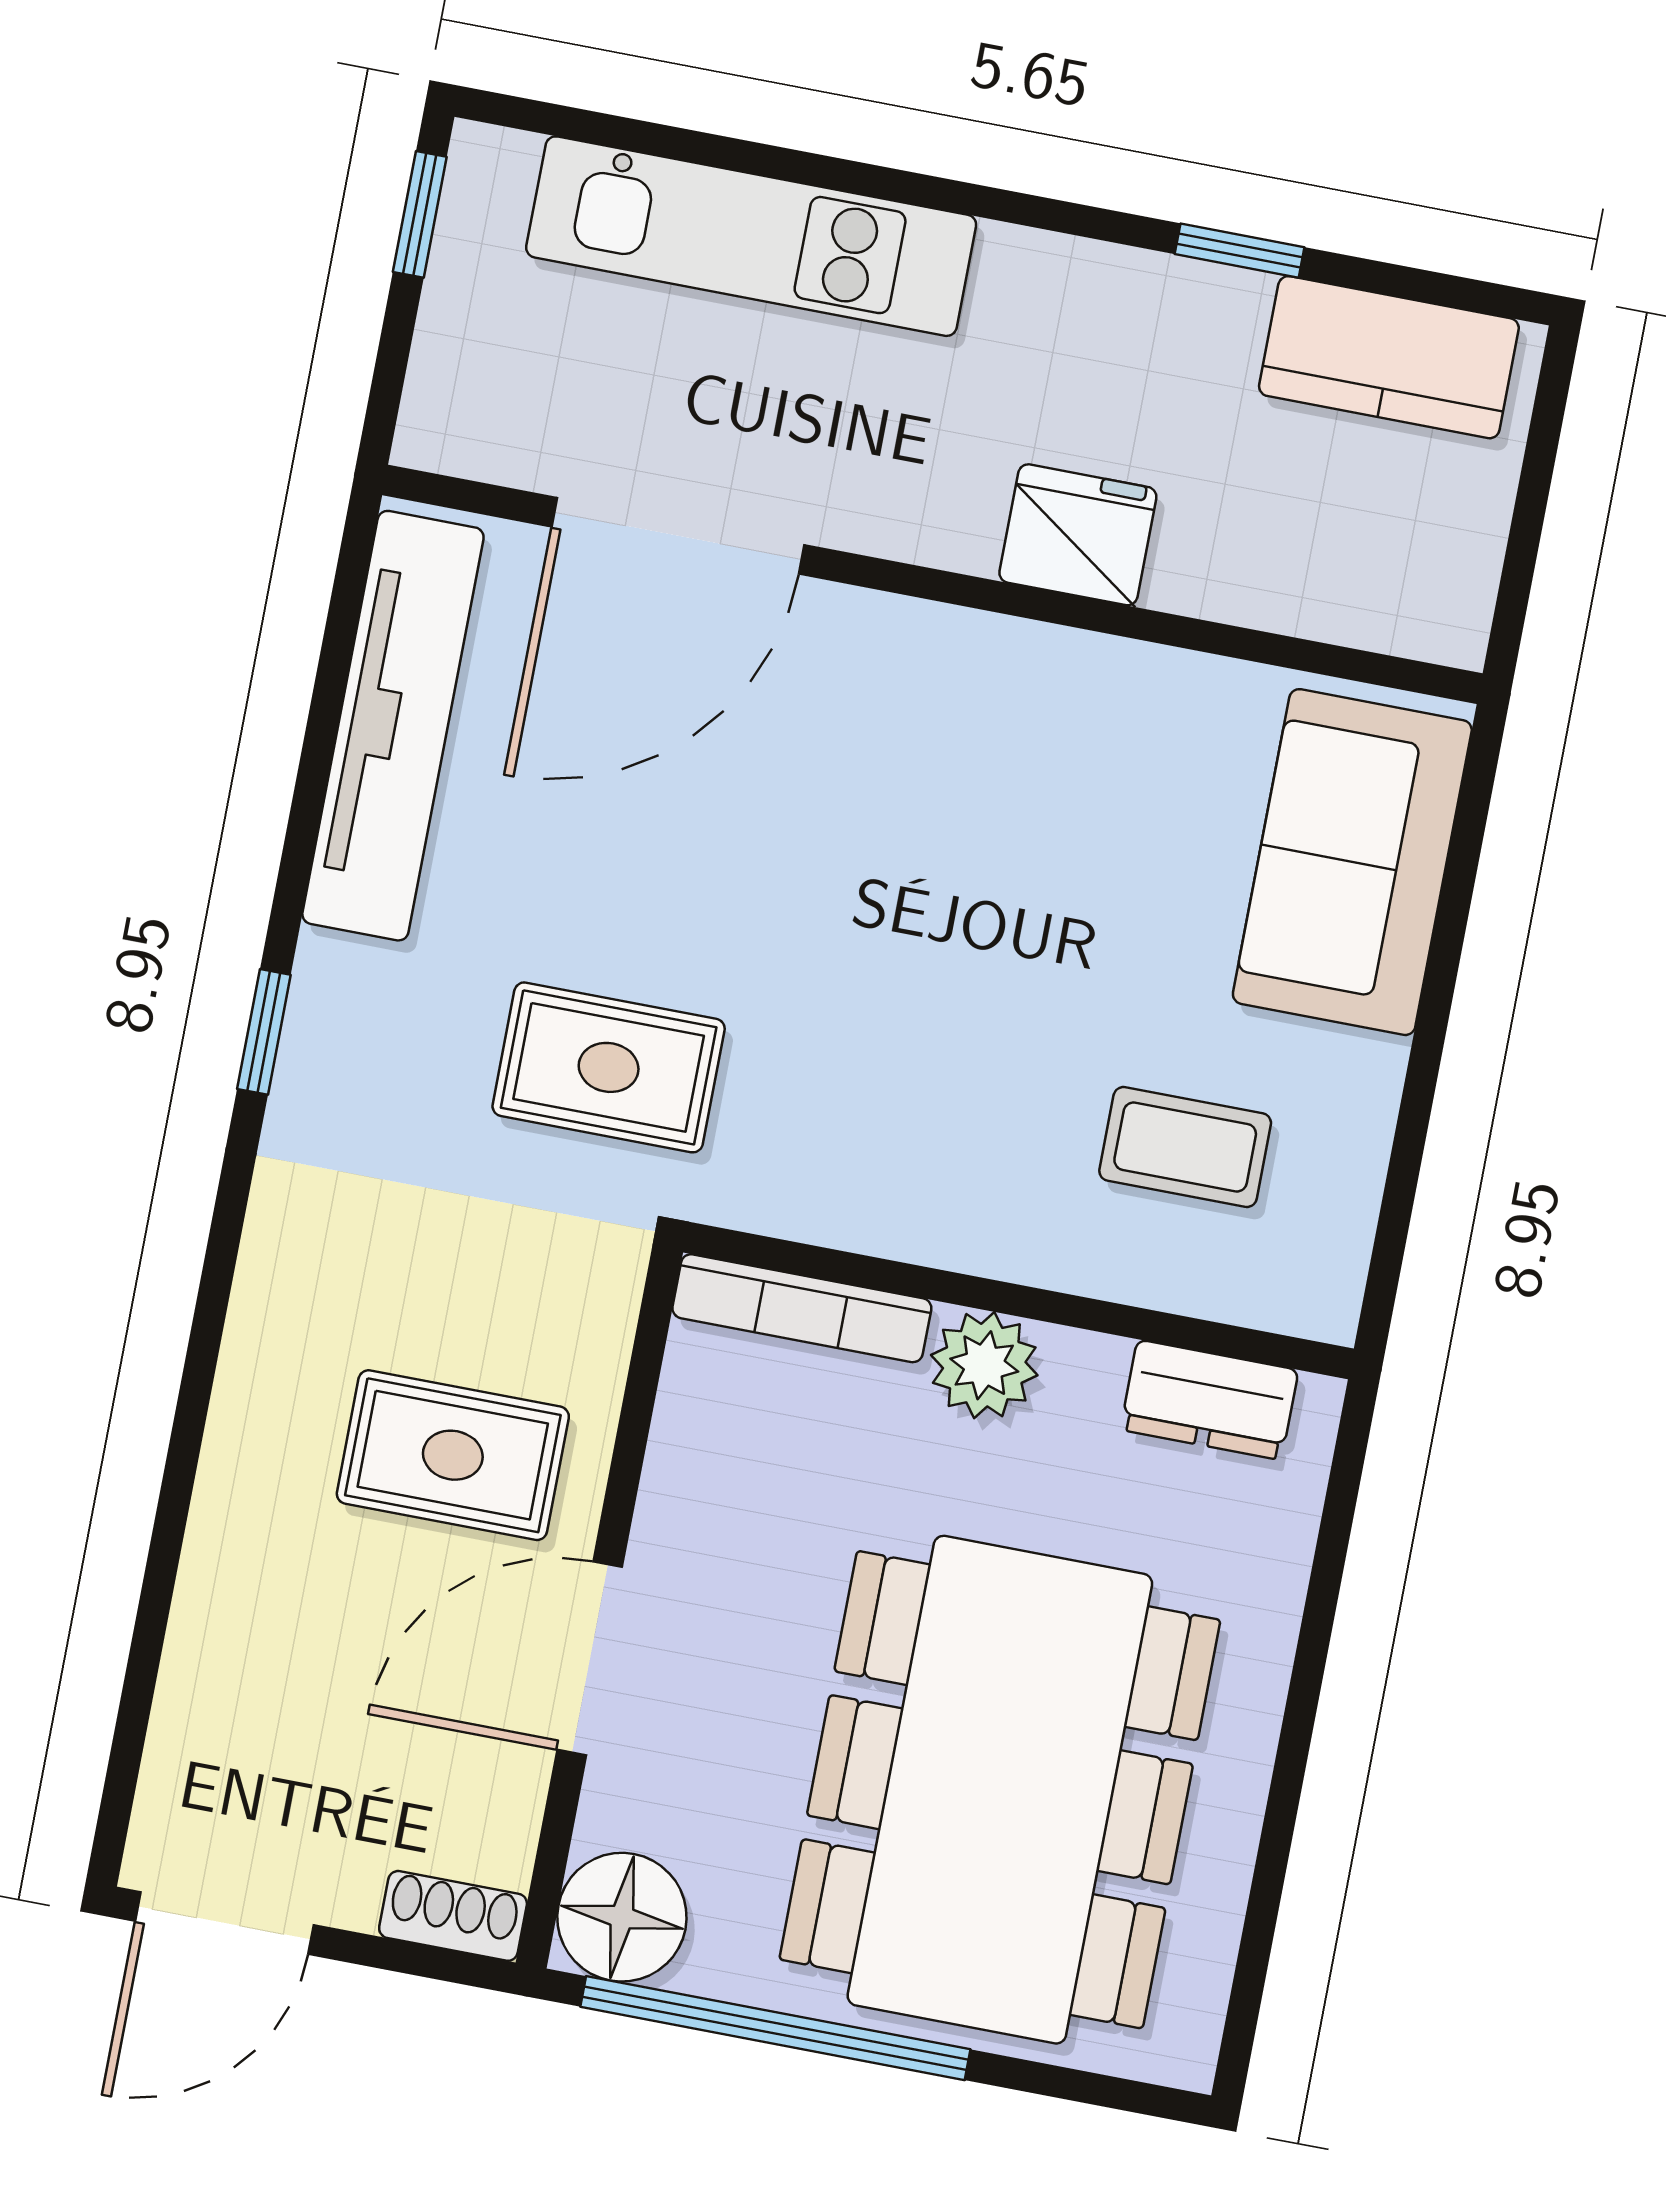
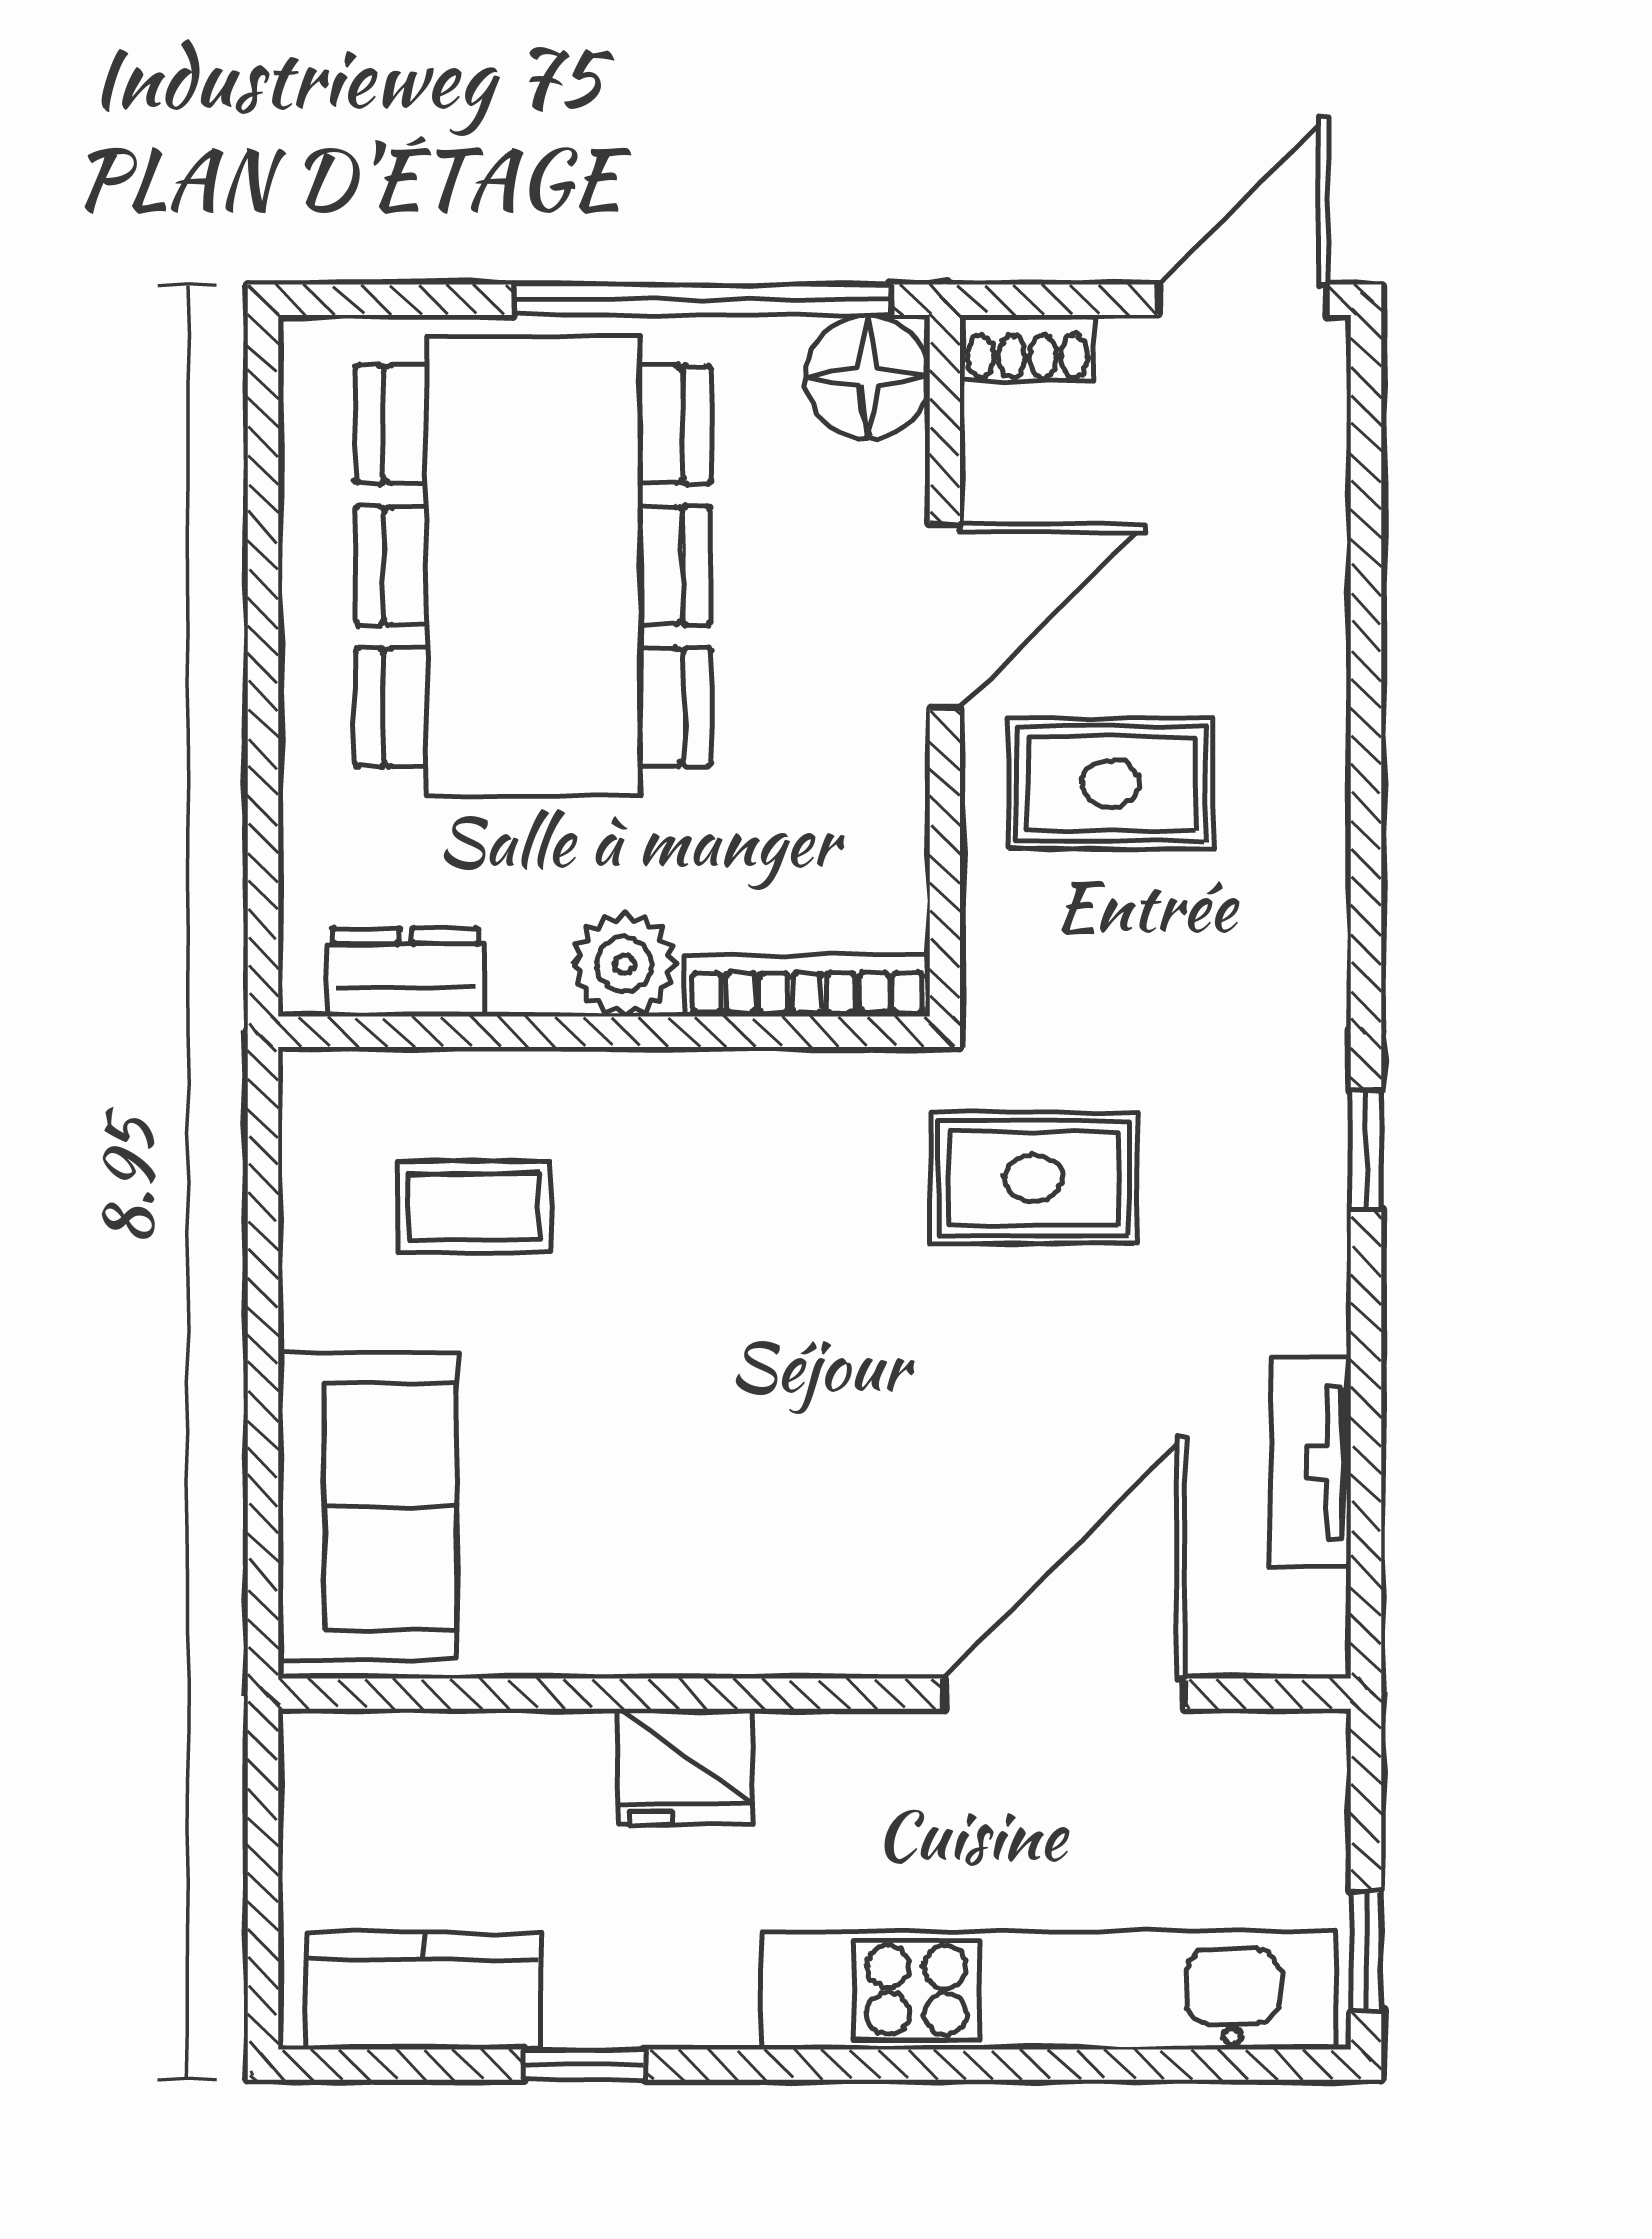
kitchen unit: (751, 236) -> (1049, 1990), width x1.36
tv unit: (393, 726) -> (1311, 1463), width x0.52, depth x0.78

